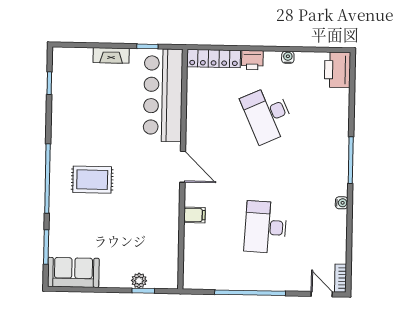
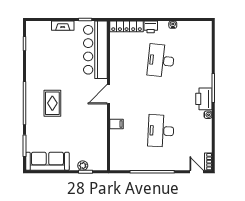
printer: (338, 70) -> (204, 99), moved
desk: (268, 114) -> (161, 61), turned 30
door: (183, 167) -> (109, 94), swing flipped
rug: (92, 180) -> (52, 103), turned 90
sofa: (73, 272) -> (47, 161), width x1.36

